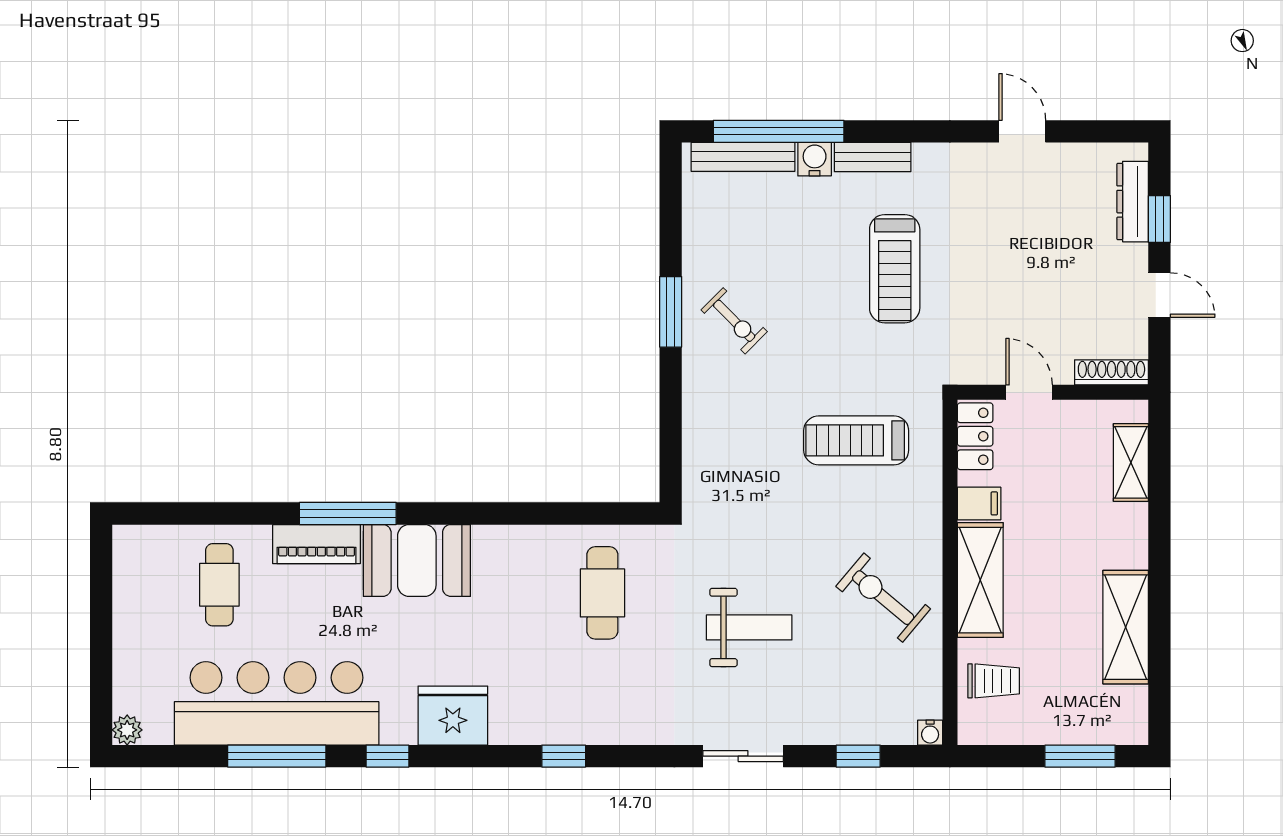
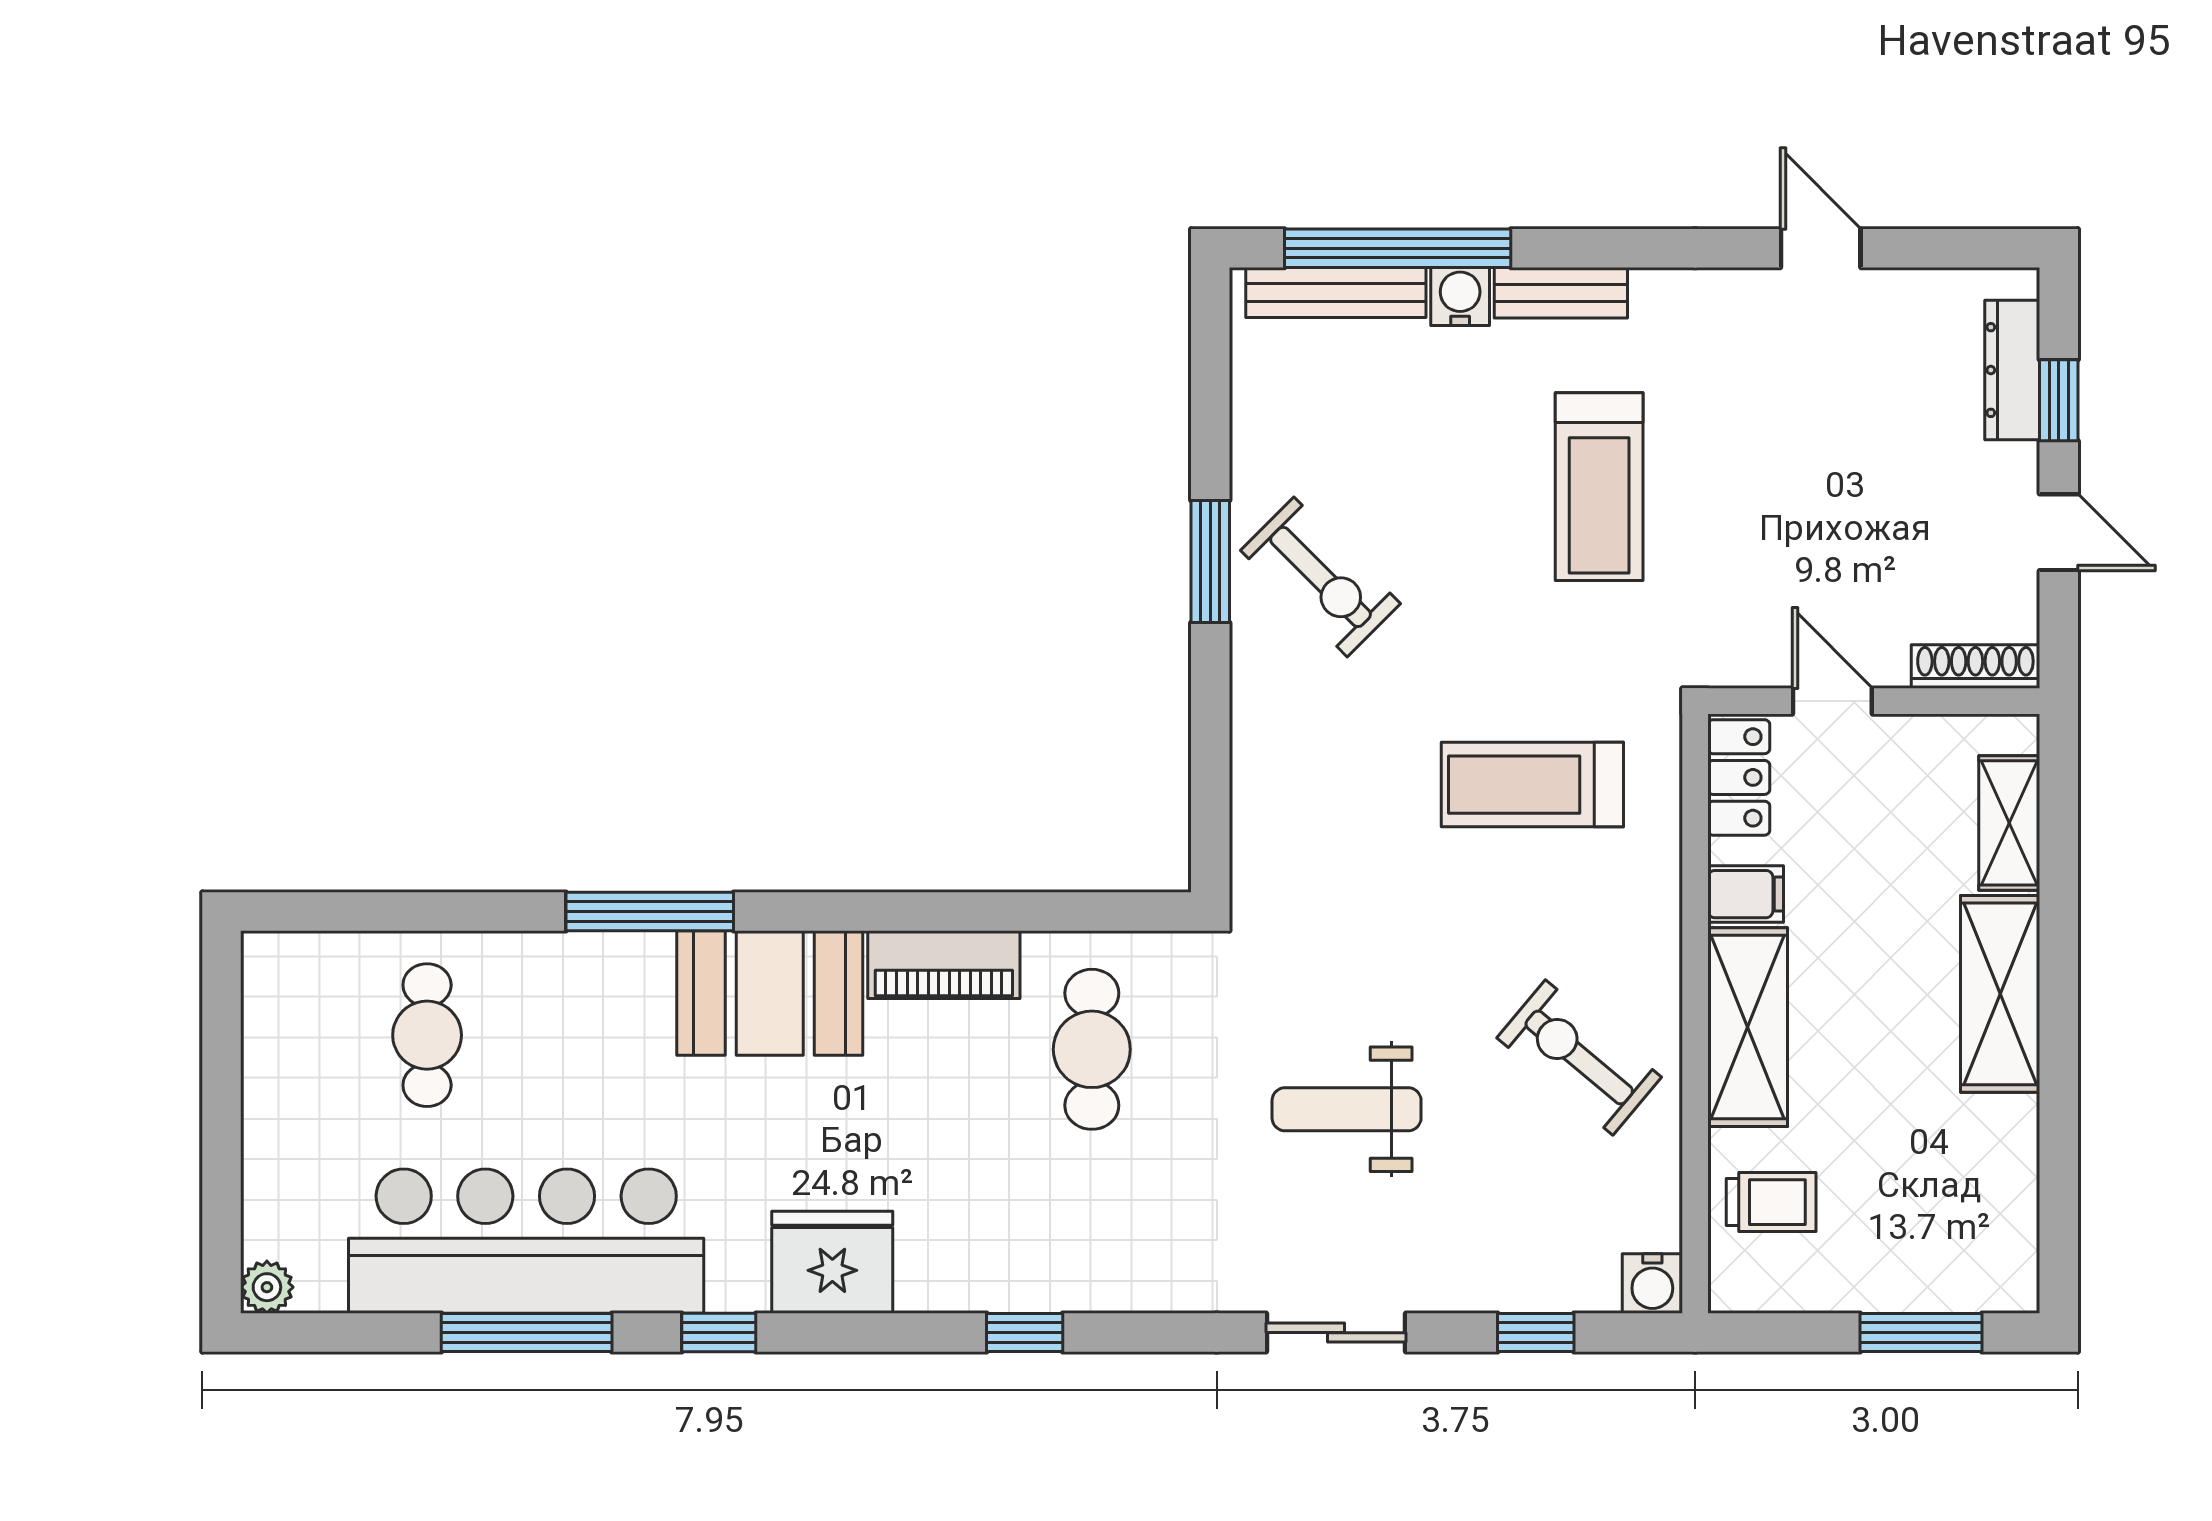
exercise bike: (734, 321) -> (1321, 577), width x1.38, depth x1.39
piano: (317, 544) -> (944, 965), moved
weight bench: (749, 627) -> (1347, 1109), turned 180
shelving: (1126, 627) -> (2000, 994), moved
water cooler: (930, 733) -> (1652, 1283), width x1.38, depth x1.38

